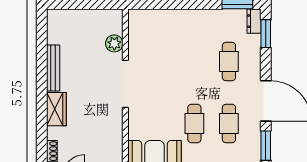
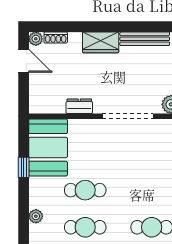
dresser: (116, 129) -> (79, 106), added

